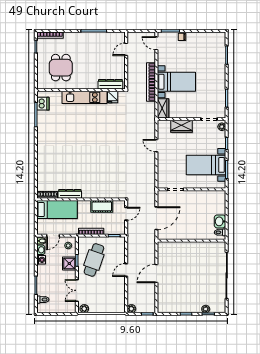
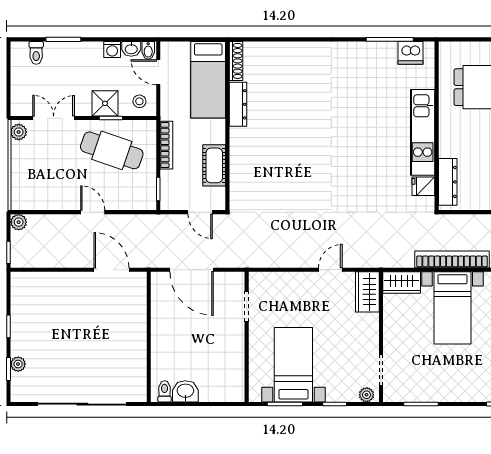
wardrobe: (182, 126) -> (367, 292), moved
door: (156, 274) -> (111, 270), moved

